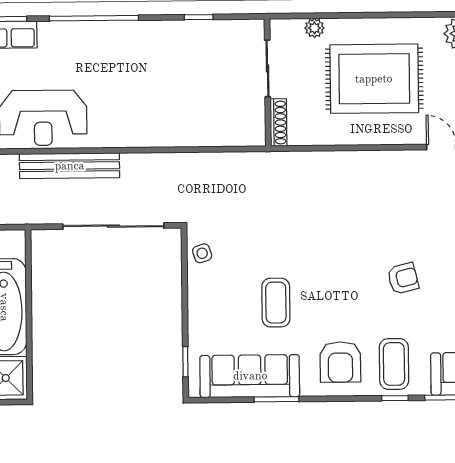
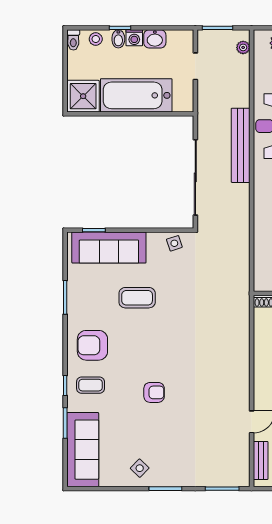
armchair: (403, 278) -> (154, 392), turned -76
coffee table: (394, 364) -> (91, 385), width x0.73, depth x0.77
sofa: (250, 376) -> (109, 247), moved, turned 90

